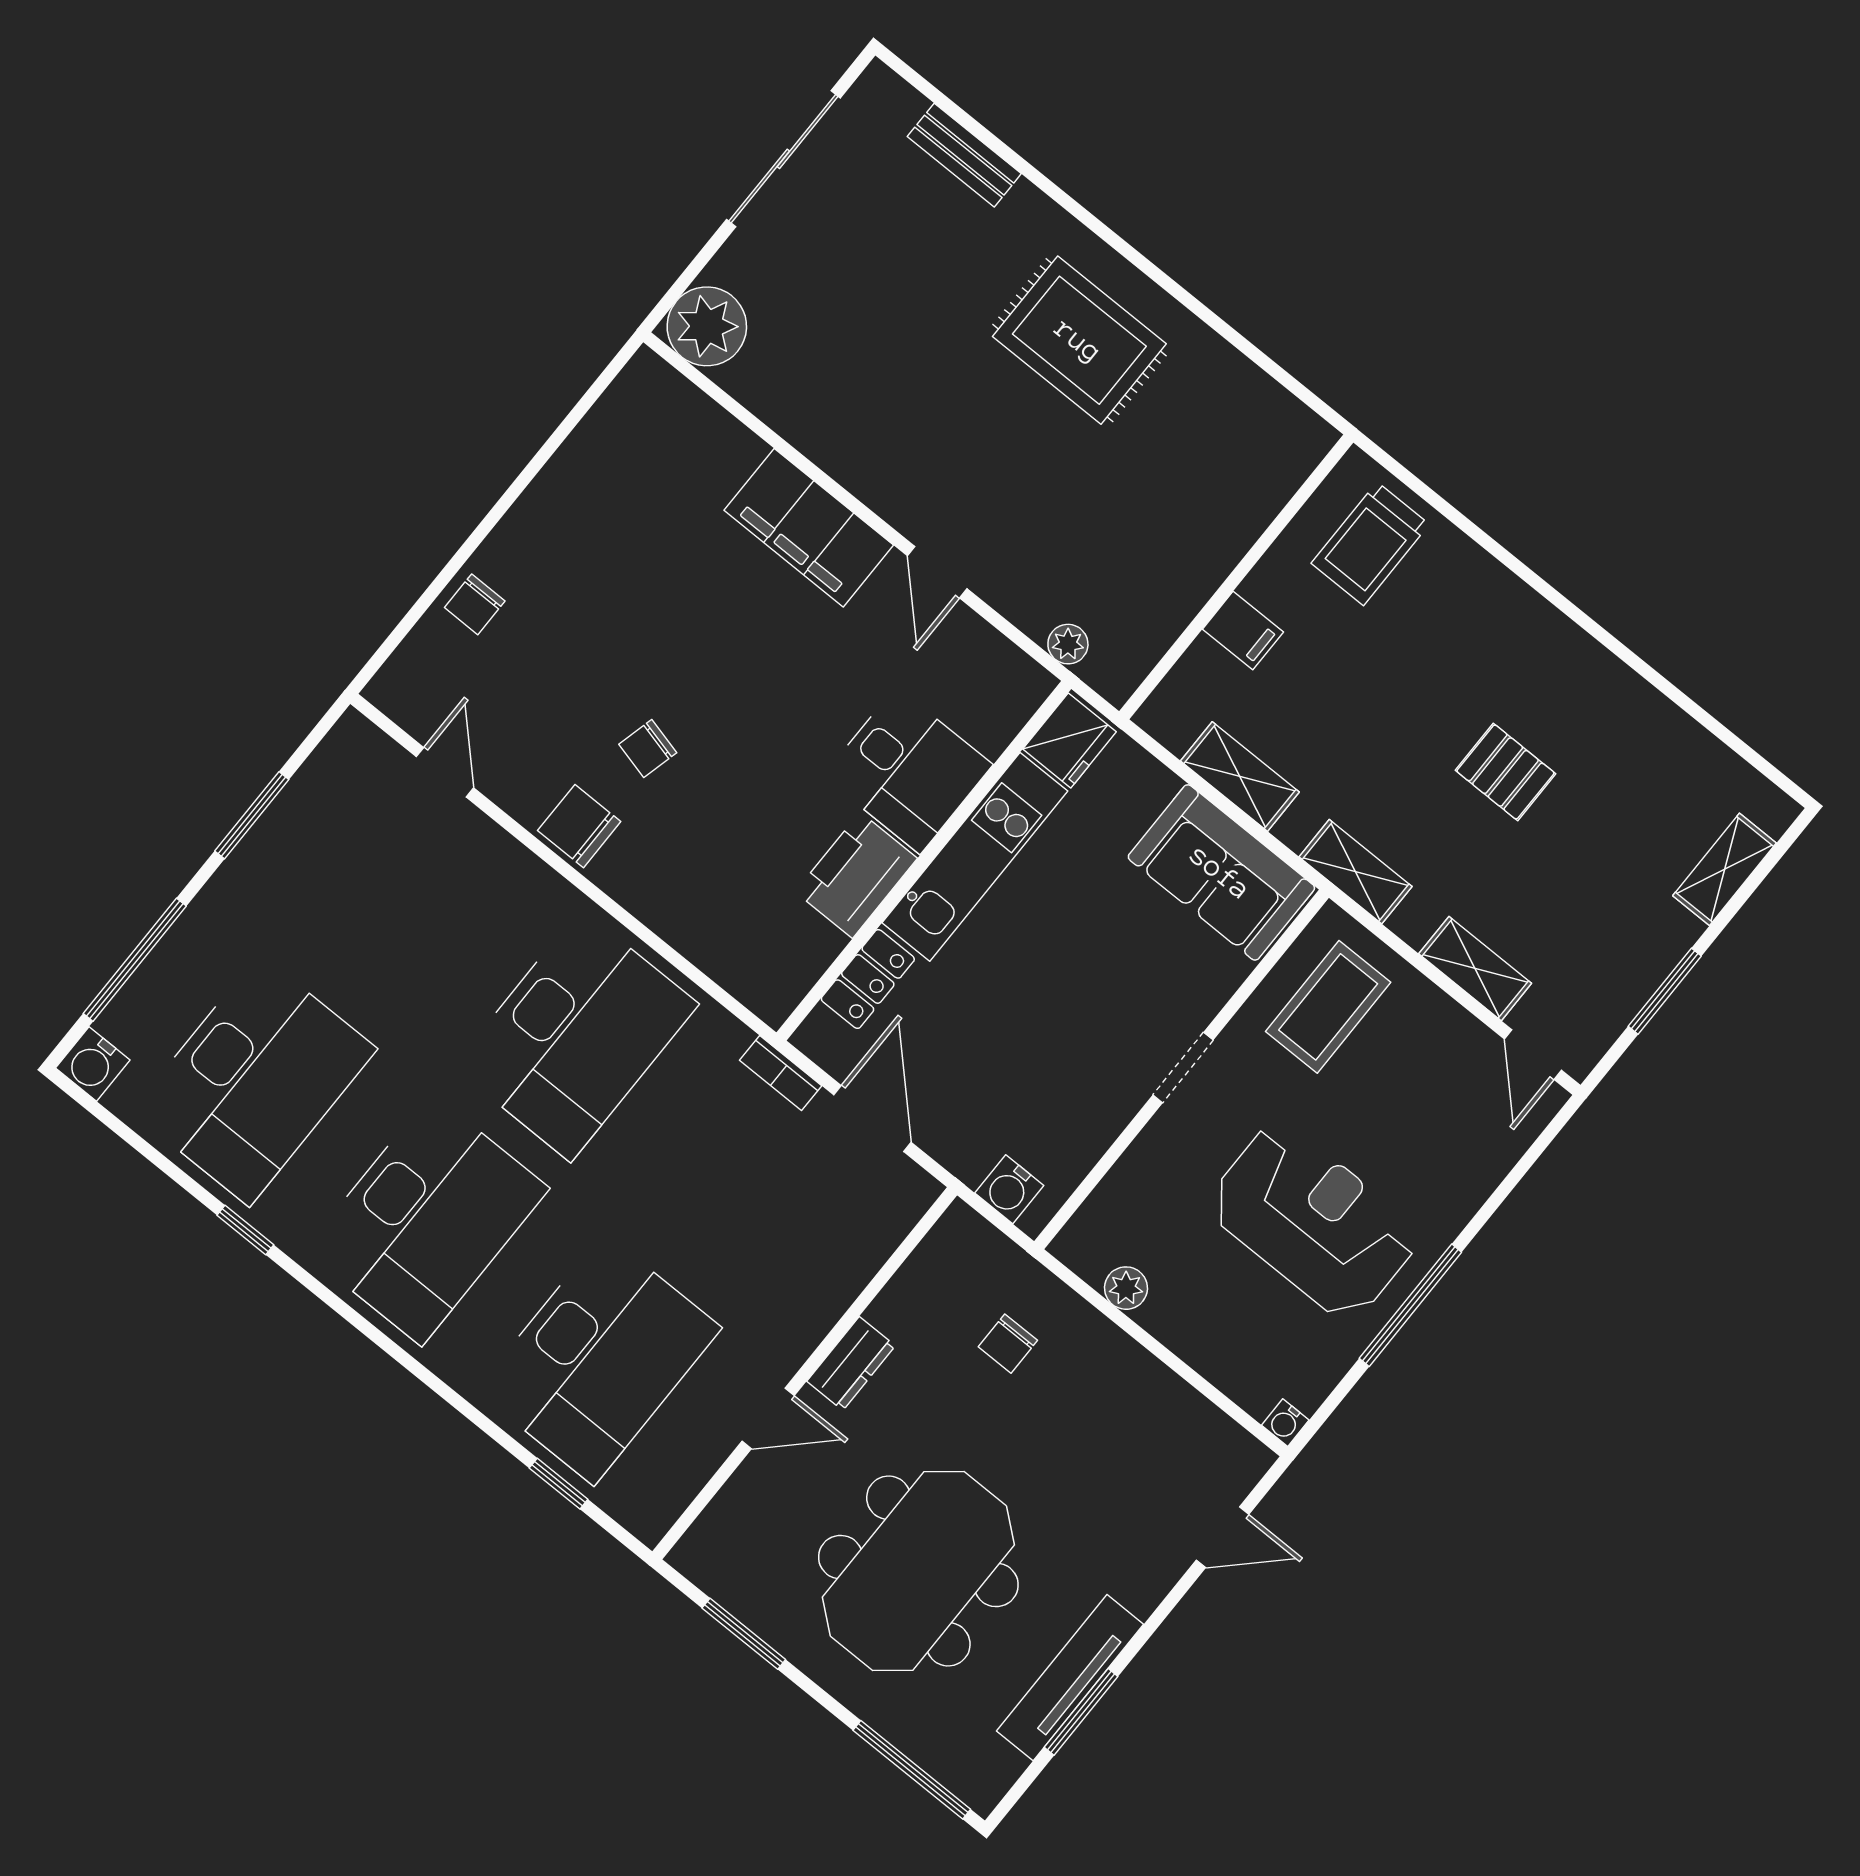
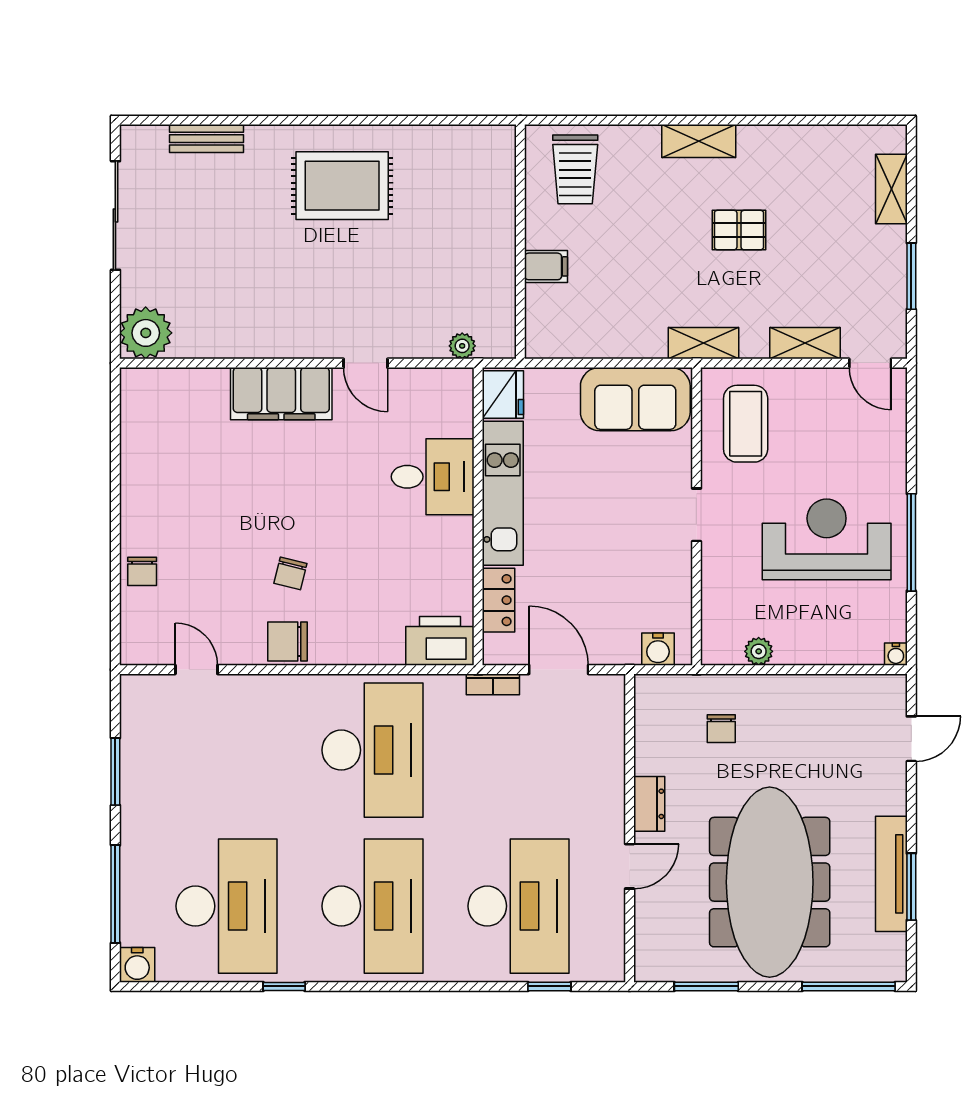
shelving: (1240, 777) -> (699, 141), moved
printer: (856, 875) -> (440, 641), moved, turned 90
meeting table: (918, 1571) -> (770, 882), width x1.36

